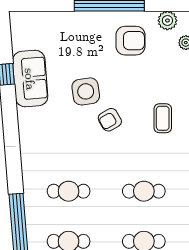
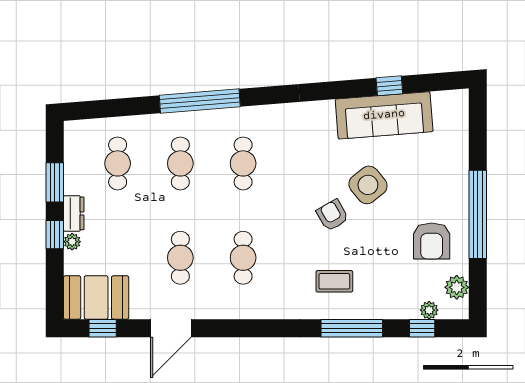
sofa: (30, 79) -> (384, 115), width x1.36
side table: (86, 91) -> (368, 185), turned -31

